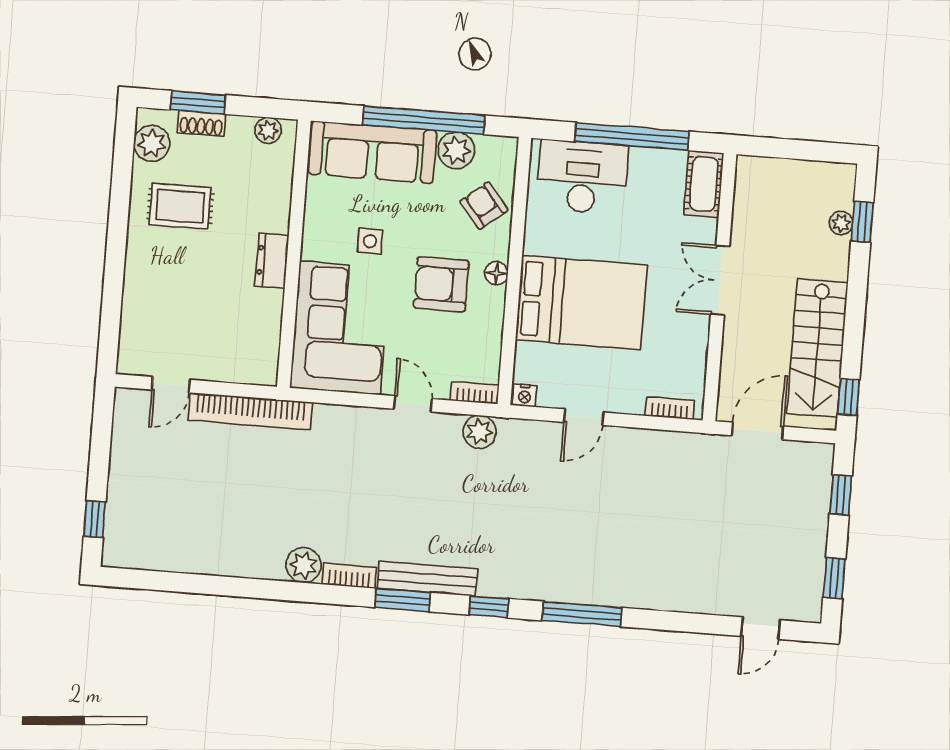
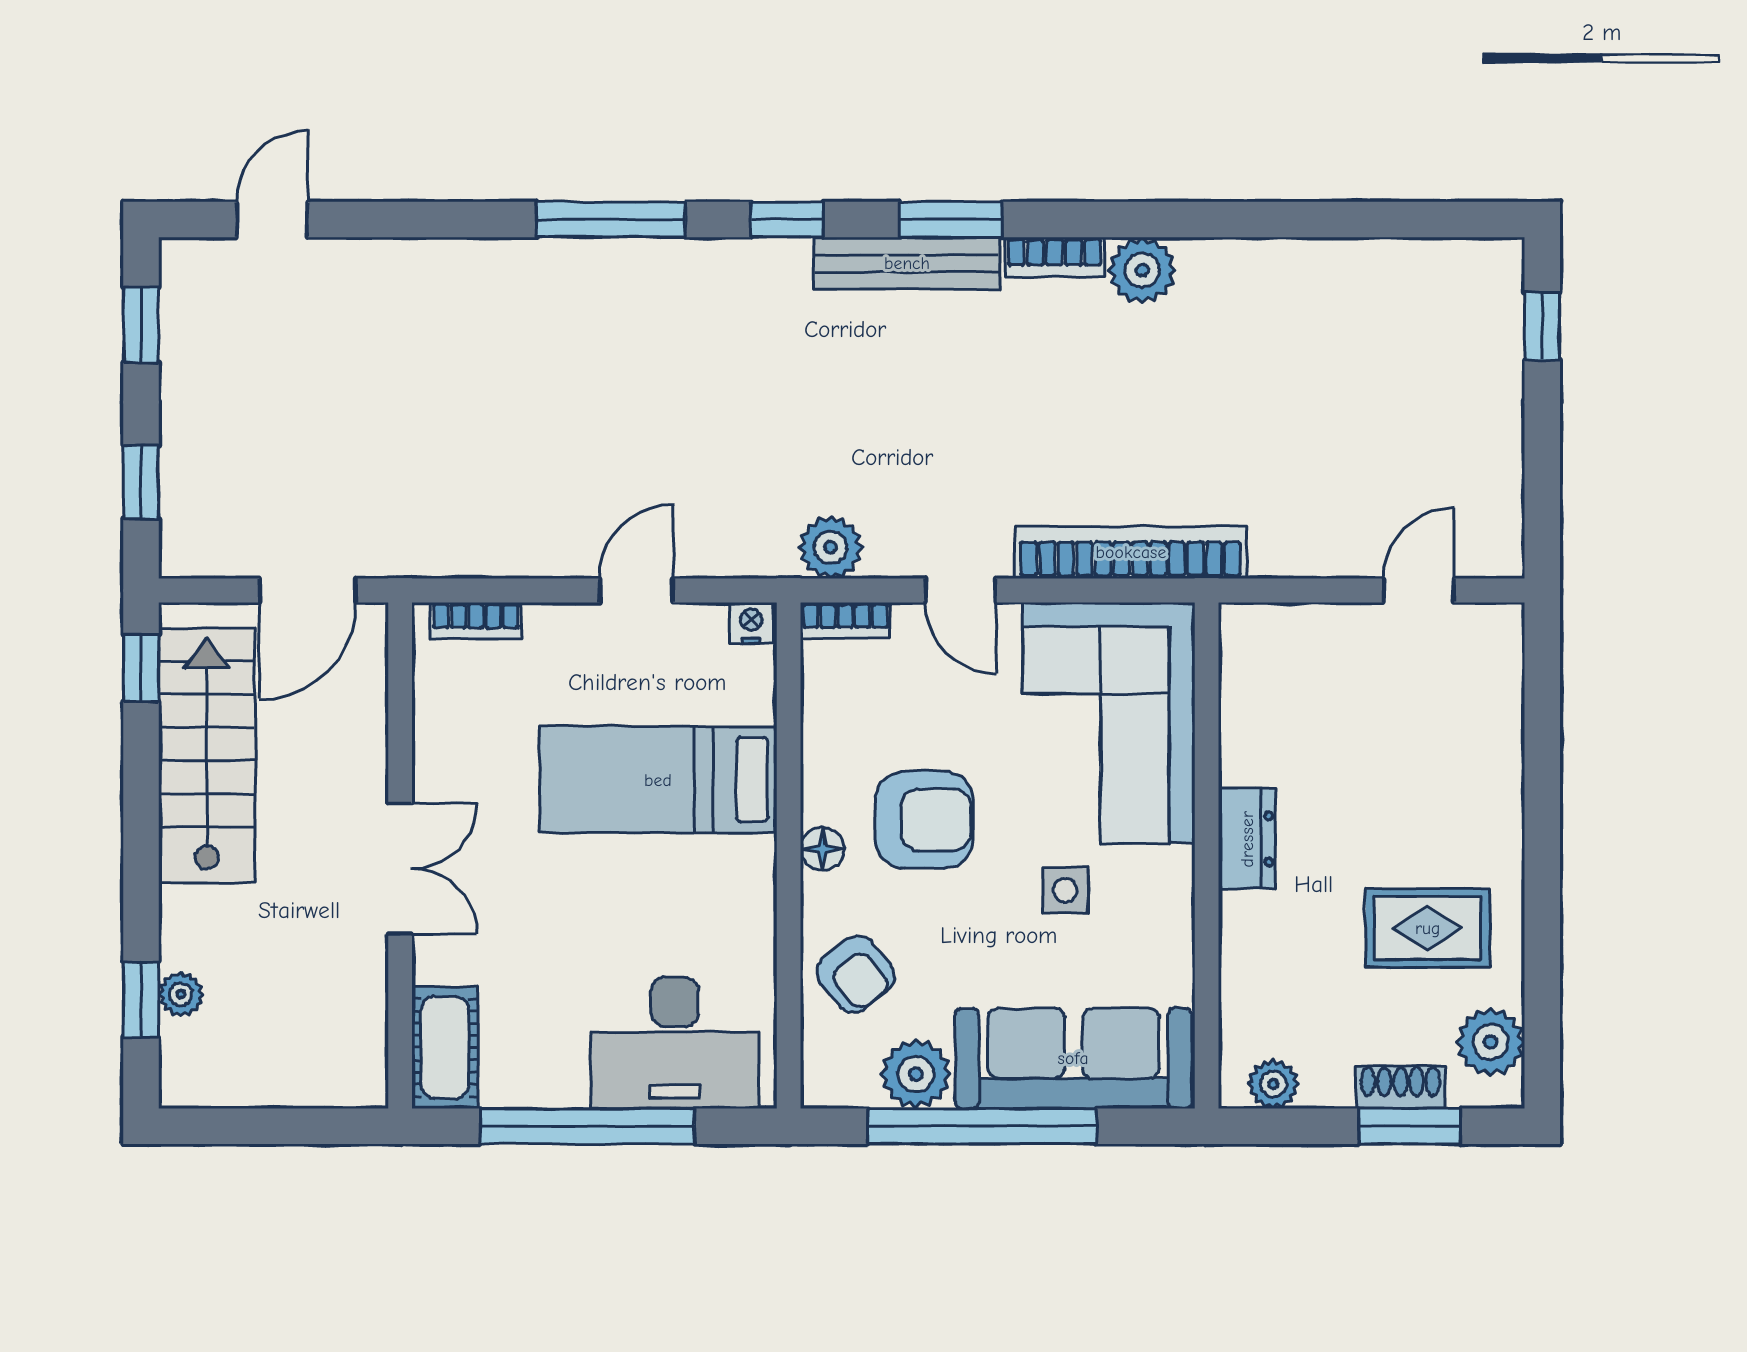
bed: (581, 302) -> (658, 780), width x0.67
bookcase: (250, 411) -> (1131, 552), moved

